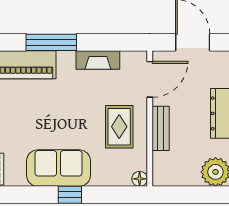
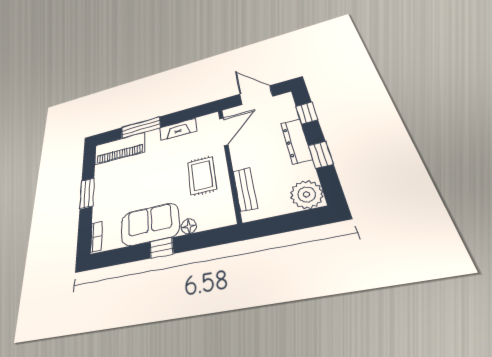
bench: (161, 128) -> (245, 189), moved
floor lamp: (140, 179) -> (189, 226), moved

